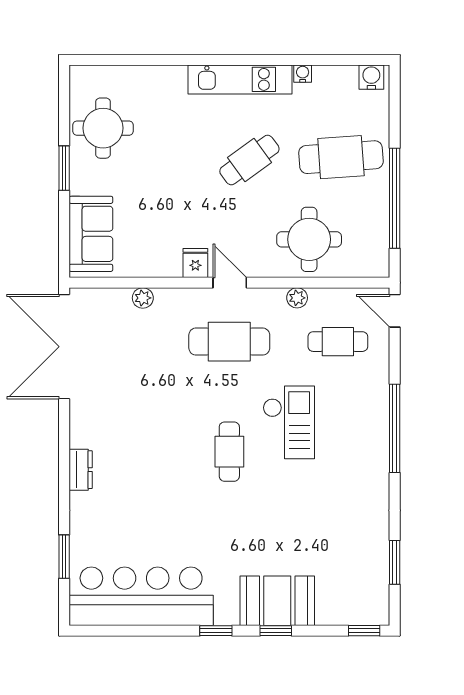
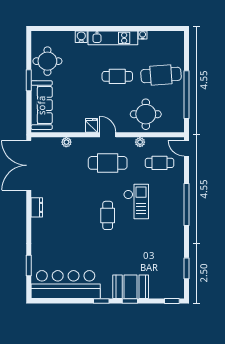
water cooler: (371, 77) -> (81, 37), moved
cafe table: (249, 160) -> (117, 76), turned 36
sofa: (91, 234) -> (42, 105), width x1.36
dresser: (81, 470) -> (37, 207), moved

